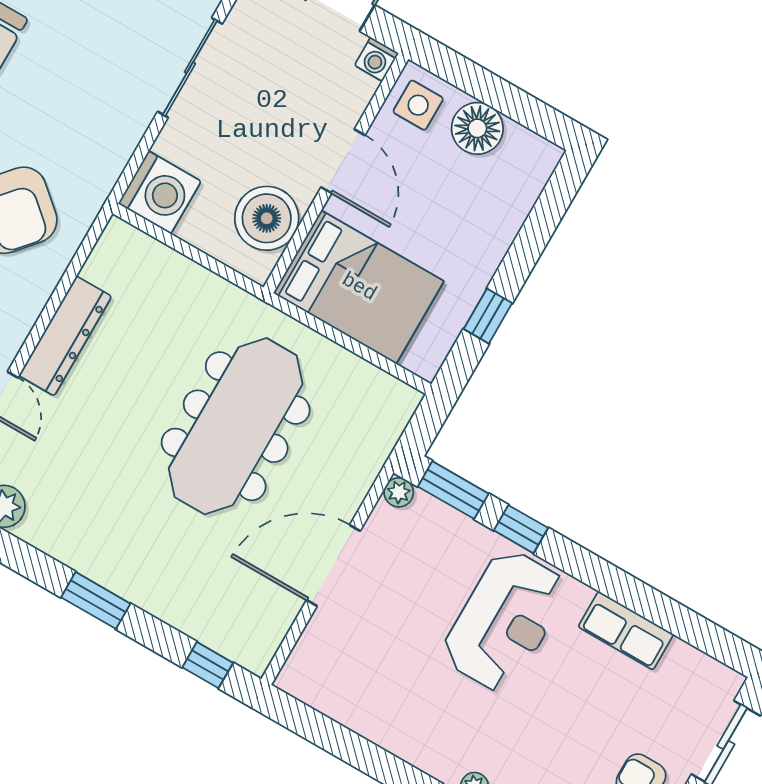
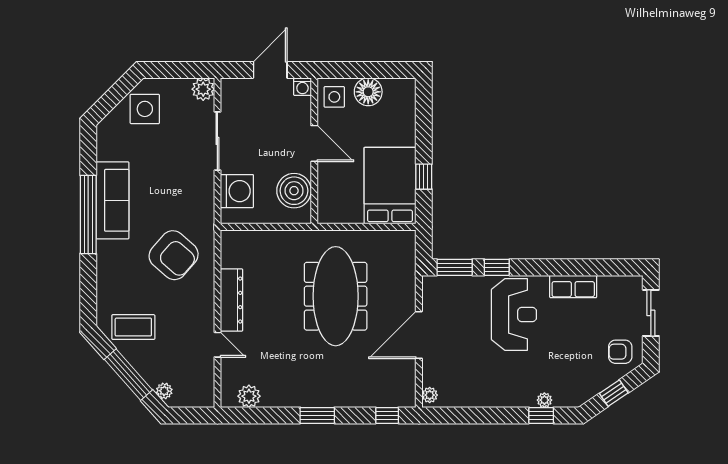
washing machine: (160, 192) -> (237, 191), moved
bed: (359, 287) -> (390, 186), moved, turned -90
plant: (399, 492) -> (430, 395), moved

